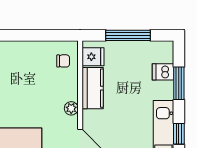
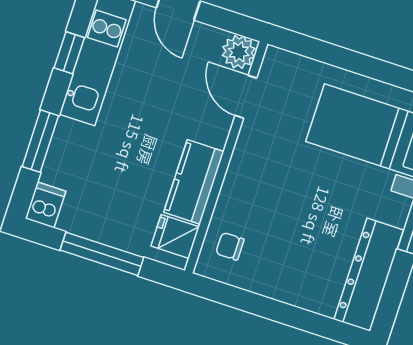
dishwasher: (163, 72) -> (46, 205), moved, turned -90
plant: (71, 108) -> (243, 159), removed

